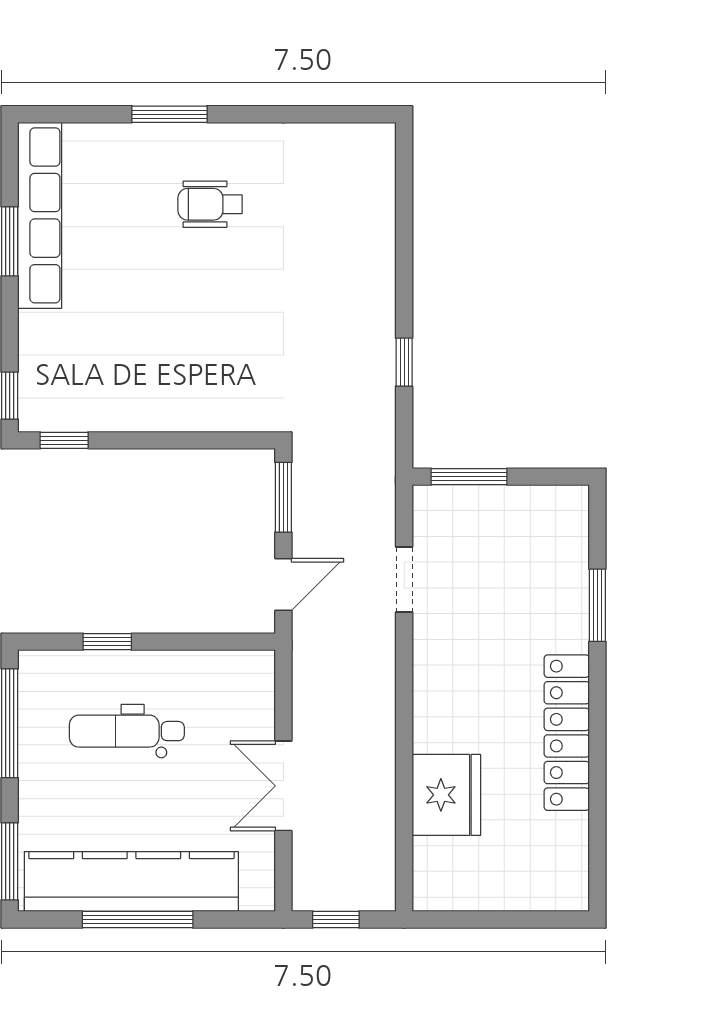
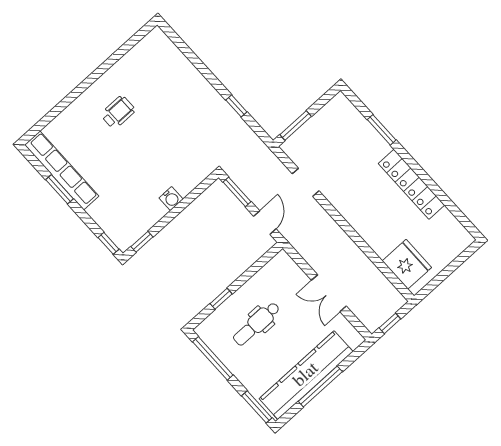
window: (170, 114) -> (75, 94), removed
wheelchair: (210, 204) -> (118, 112), turned 180
water cooler: (171, 414) -> (171, 198), added
fridge: (446, 795) -> (407, 264), moved

